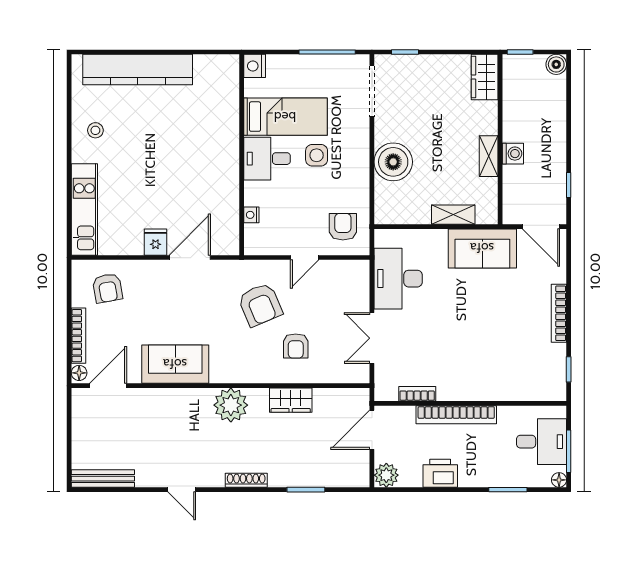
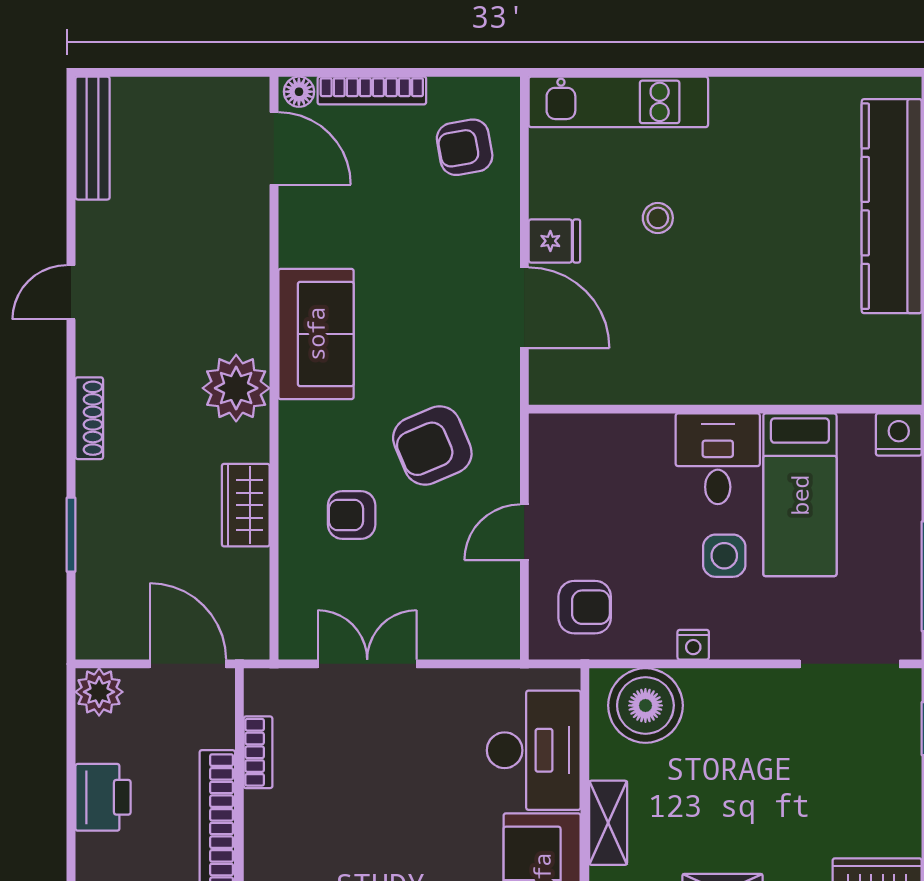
stool: (95, 130) -> (658, 218), moved
boiler: (393, 162) -> (645, 705), moved
nightstand: (251, 215) -> (693, 645), moved, turned 180
door: (305, 258) -> (524, 532), hinge flipped
desk: (398, 279) -> (534, 750), moved, turned 90
sofa: (175, 364) -> (316, 334), moved

